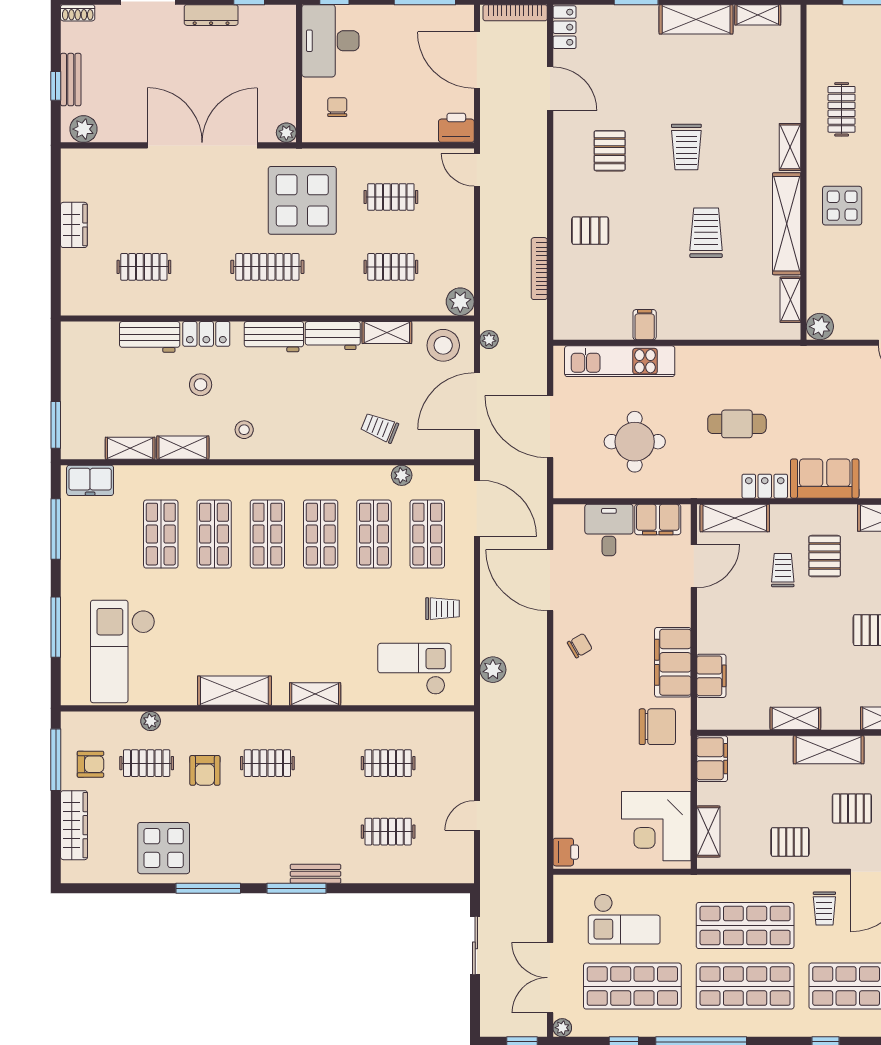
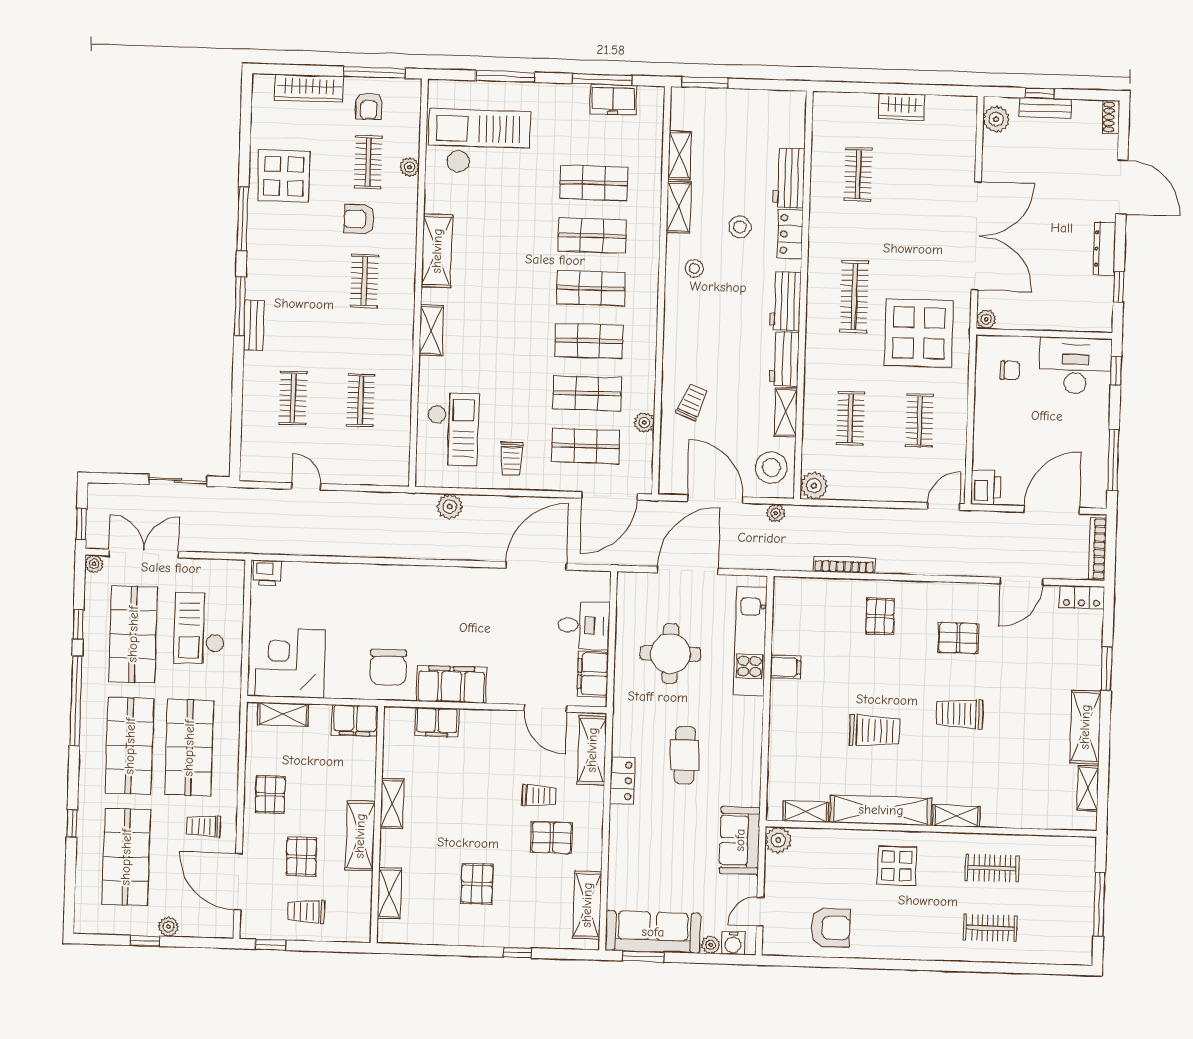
sofa: (825, 479) -> (740, 840), moved, turned 180
freezer: (90, 480) -> (613, 100), moved, turned -90
chair: (580, 646) -> (471, 593), removed

